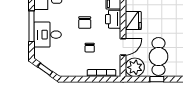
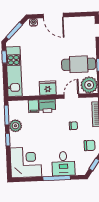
chair: (85, 23) -> (90, 145), moved
door: (123, 47) -> (71, 96), hinge flipped

